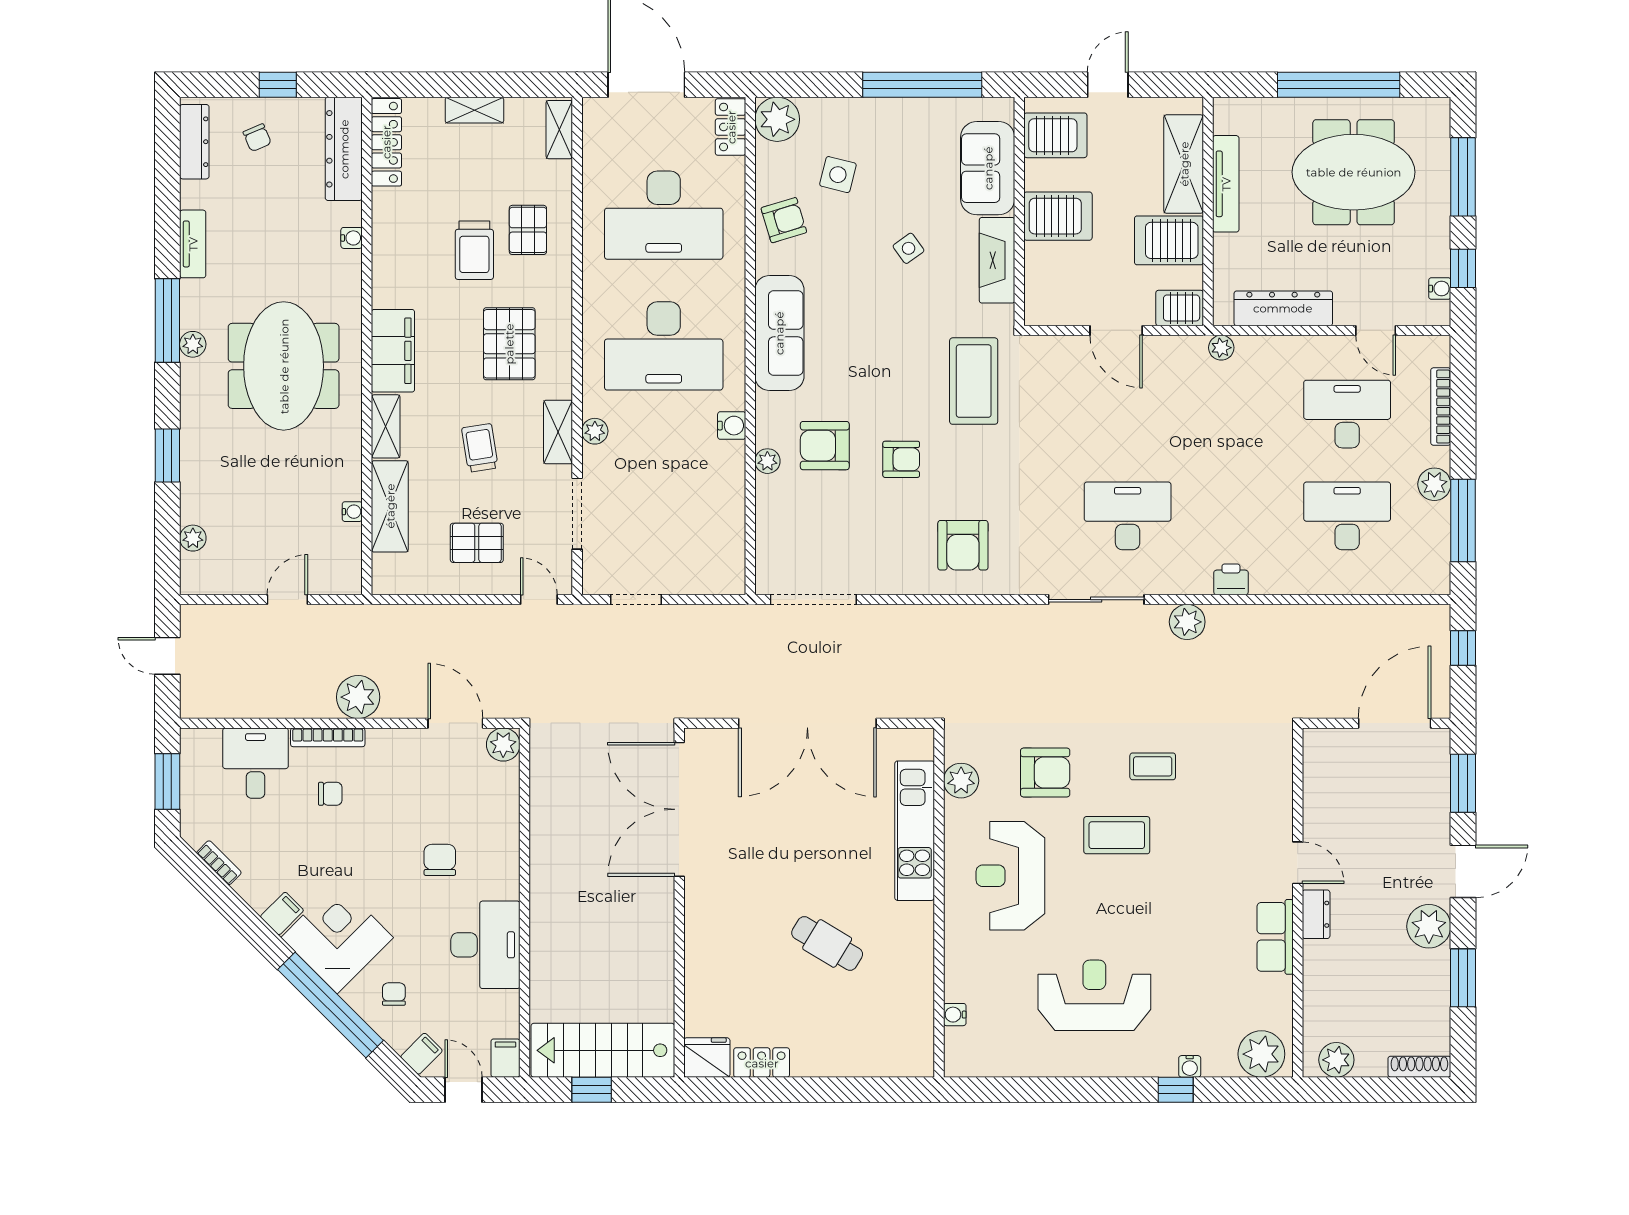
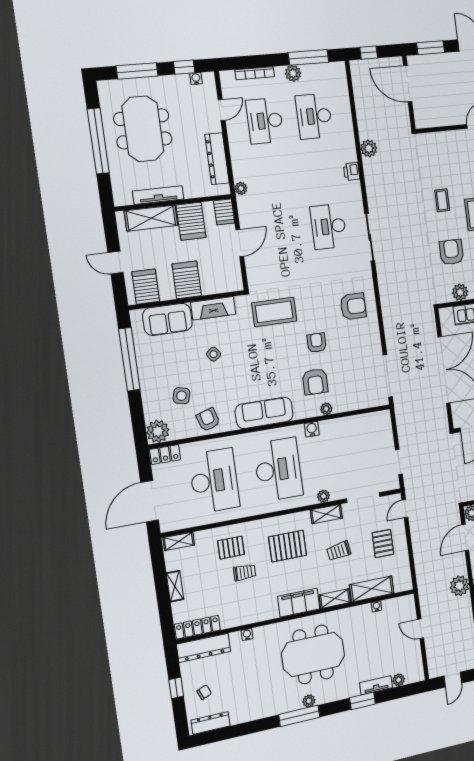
tv unit: (193, 244) -> (376, 685), moved
trolley: (474, 250) -> (245, 572), width x0.73, depth x0.72
plant: (1187, 622) -> (369, 148), moved

